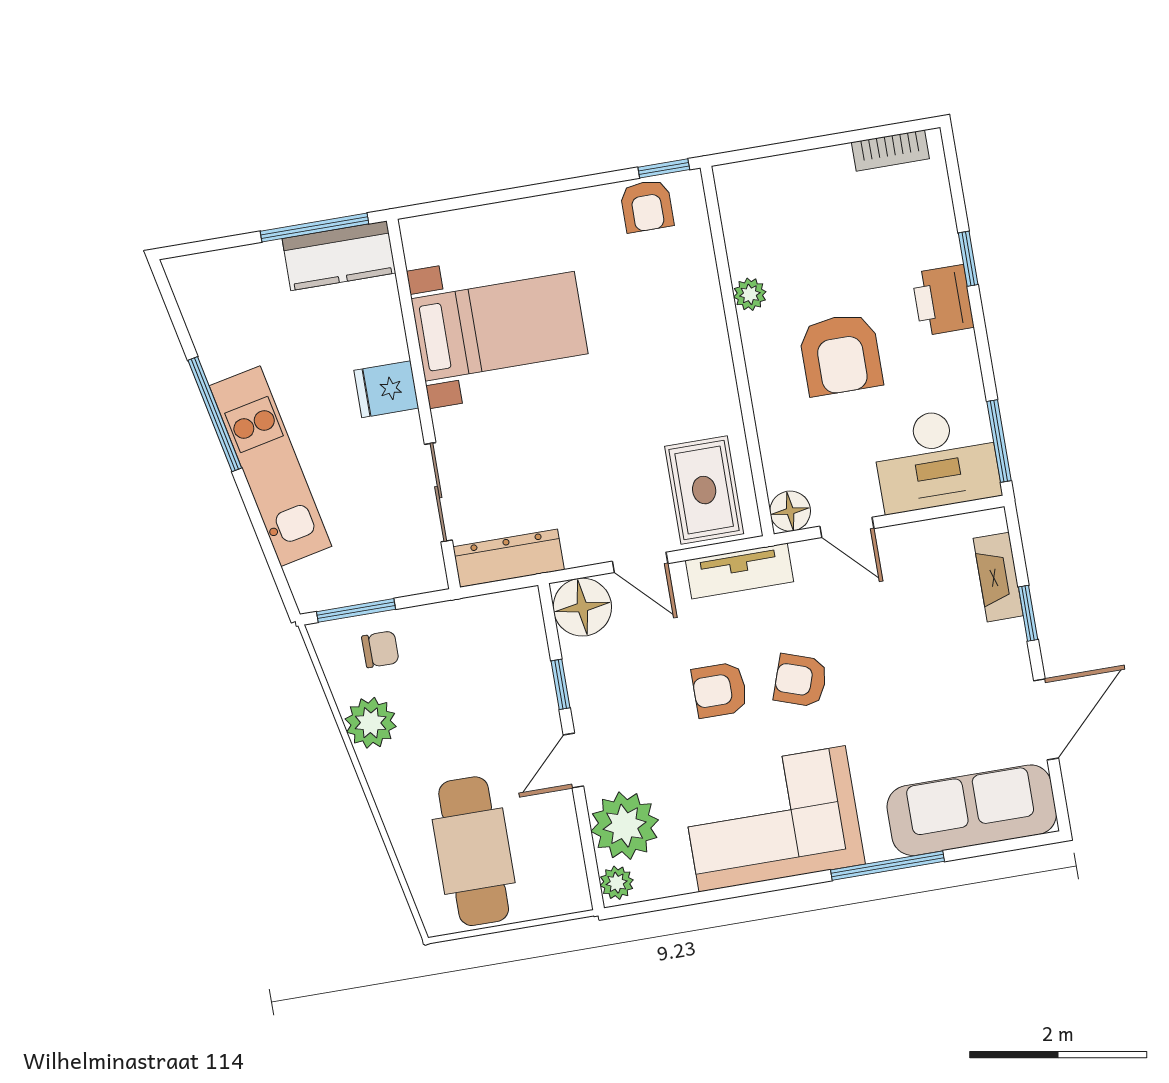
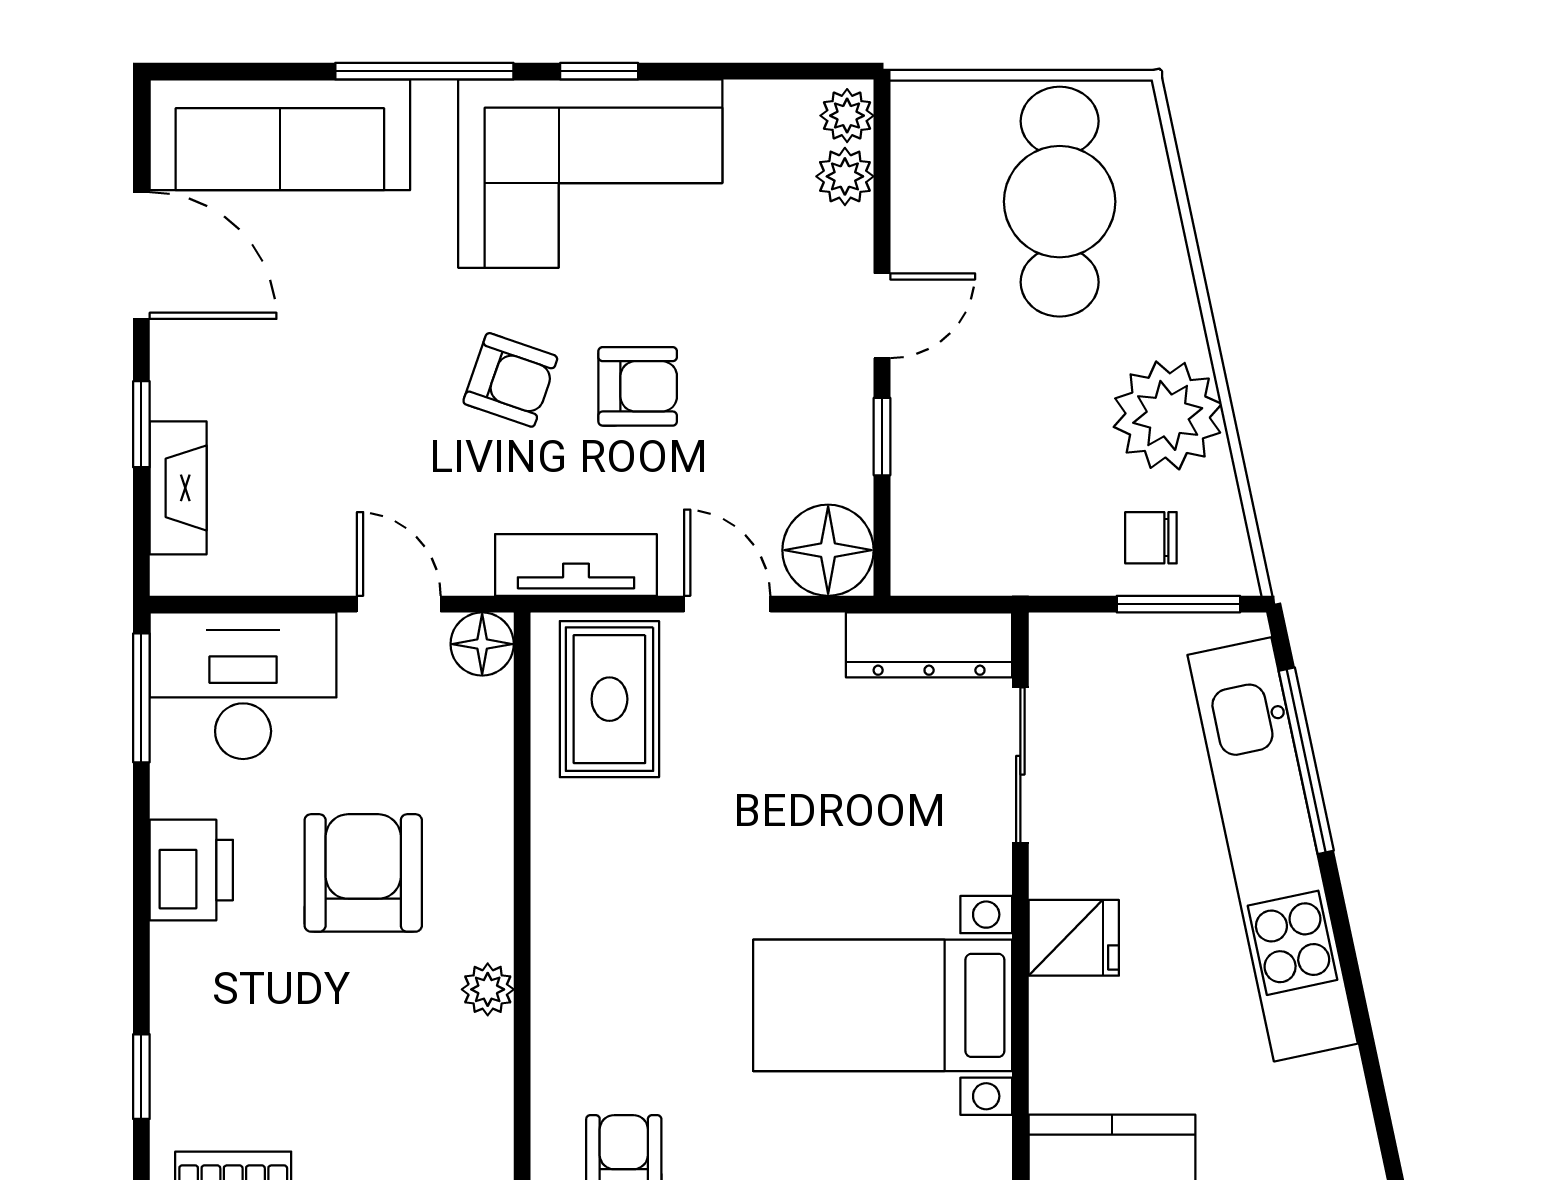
window: (968, 259) -> (141, 1077), moved
printer: (943, 300) -> (191, 870), moved
window: (215, 414) -> (1306, 761), moved
kitchen unit: (271, 466) -> (1273, 849), width x1.36
door: (1046, 719) -> (141, 256), swing flipped
plant: (371, 723) -> (1168, 415), width x1.36, depth x1.36
plant: (625, 826) -> (845, 176), width x0.53, depth x0.53
window: (777, 884) -> (599, 71), added

